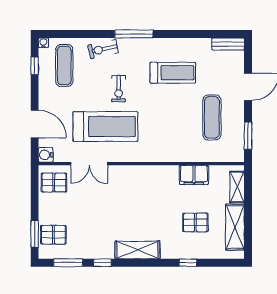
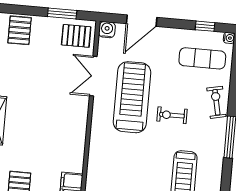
treadmill: (105, 127) -> (132, 97), turned 180
pallet: (54, 183) -> (76, 36), turned 90
window: (35, 234) -> (62, 13), moved

